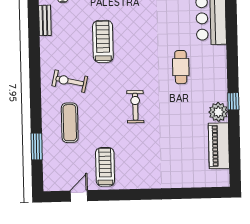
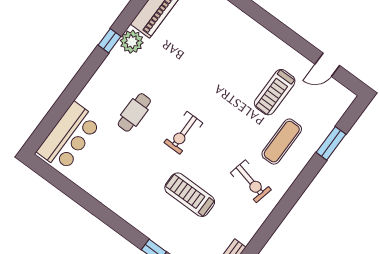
treadmill: (103, 41) -> (190, 195), turned 90
exercise bike: (135, 107) -> (183, 133), moved
treadmill: (105, 167) -> (275, 92), moved

